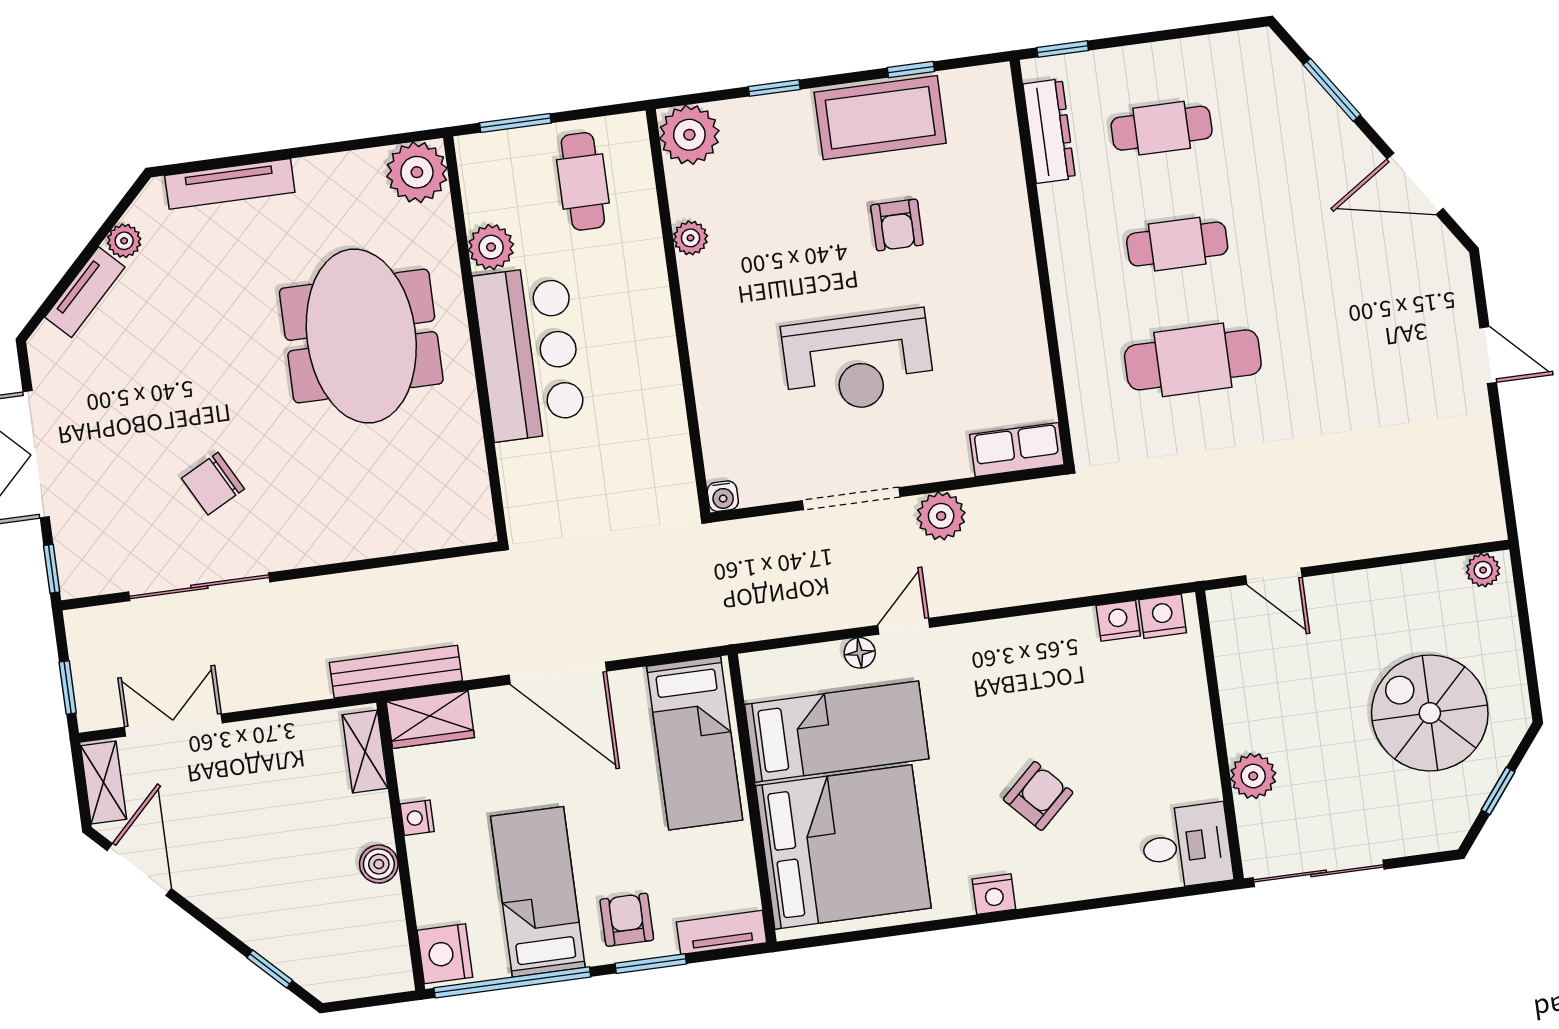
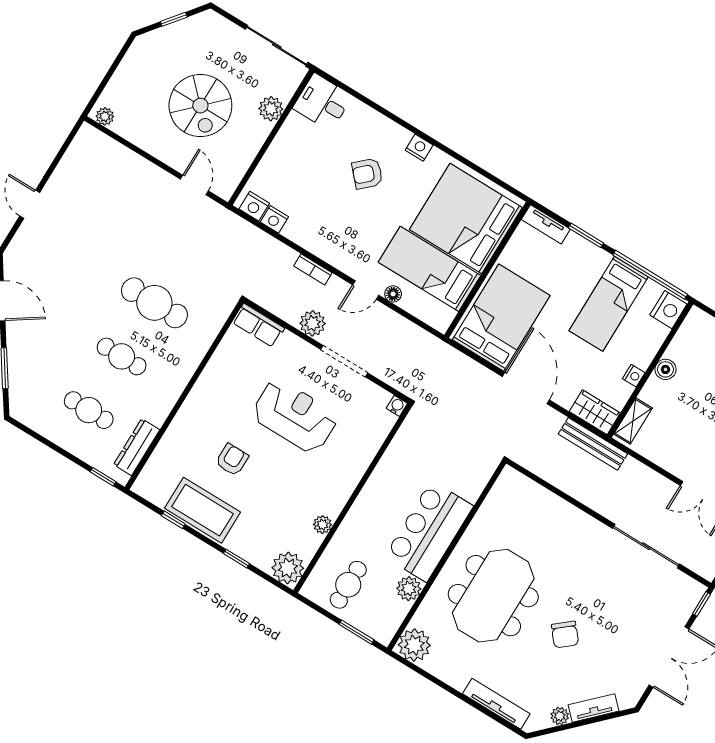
chair: (213, 484) -> (565, 635), moved, turned 78
bookcase: (1004, 594) -> (313, 269), added
spiral stairs: (1430, 713) -> (200, 106), moved
bed: (695, 743) -> (501, 318), width x1.50
armchair: (627, 920) -> (581, 262), removed

